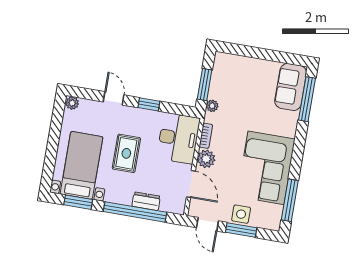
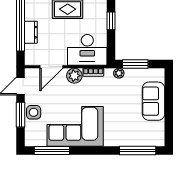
sofa: (291, 87) -> (154, 101), moved, turned -90

